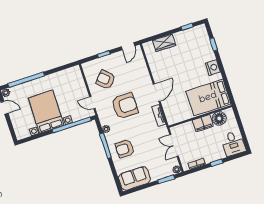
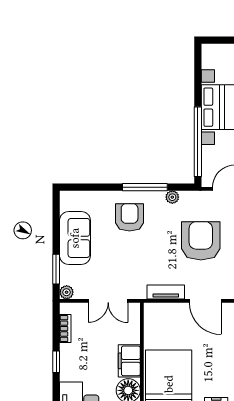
armchair: (125, 106) -> (201, 241), turned 180
double door: (174, 145) -> (108, 301), swing flipped
sofa: (134, 178) -> (75, 238), moved

